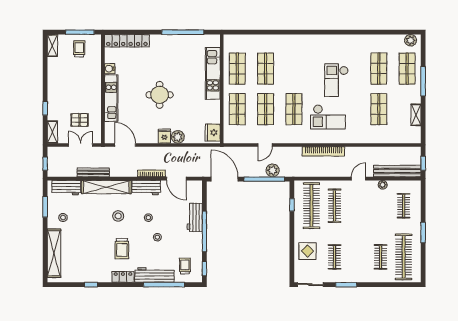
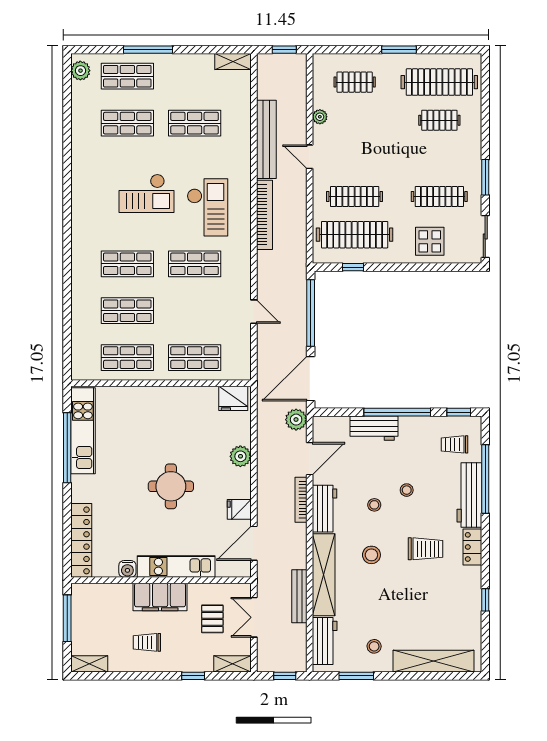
trolley: (79, 49) -> (147, 642), moved
kitchen unit: (213, 73) -> (83, 431), moved, turned -90
filing cabinet: (93, 88) -> (160, 597), added
shop shelf: (266, 109) -> (127, 264), moved
shelving: (416, 115) -> (233, 61), moved
fridge: (164, 136) -> (239, 509), moved
plant: (273, 170) -> (296, 420), moved
bench: (397, 171) -> (266, 139), moved
clothes rail: (335, 257) -> (439, 197), width x1.36

